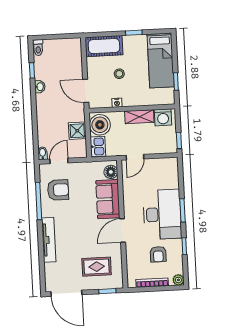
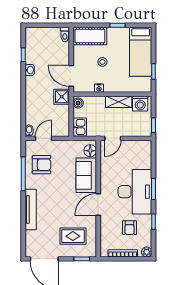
toilet: (38, 48) -> (65, 34), moved
boiler: (100, 125) -> (78, 103), width x0.54, depth x0.54
shower: (77, 131) -> (62, 97), moved

